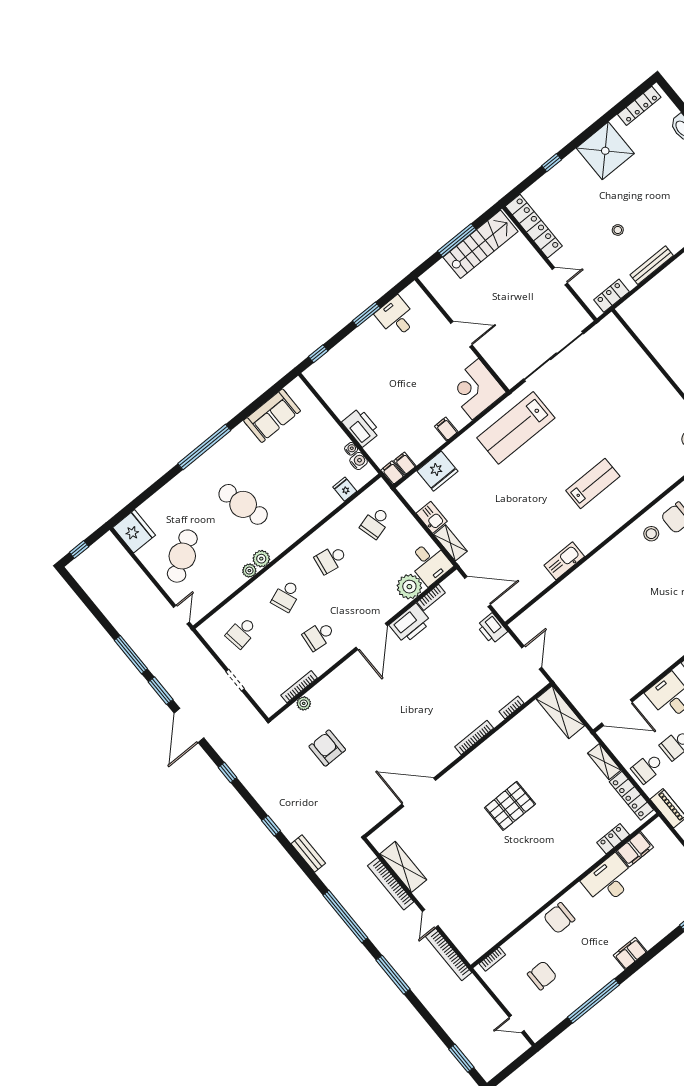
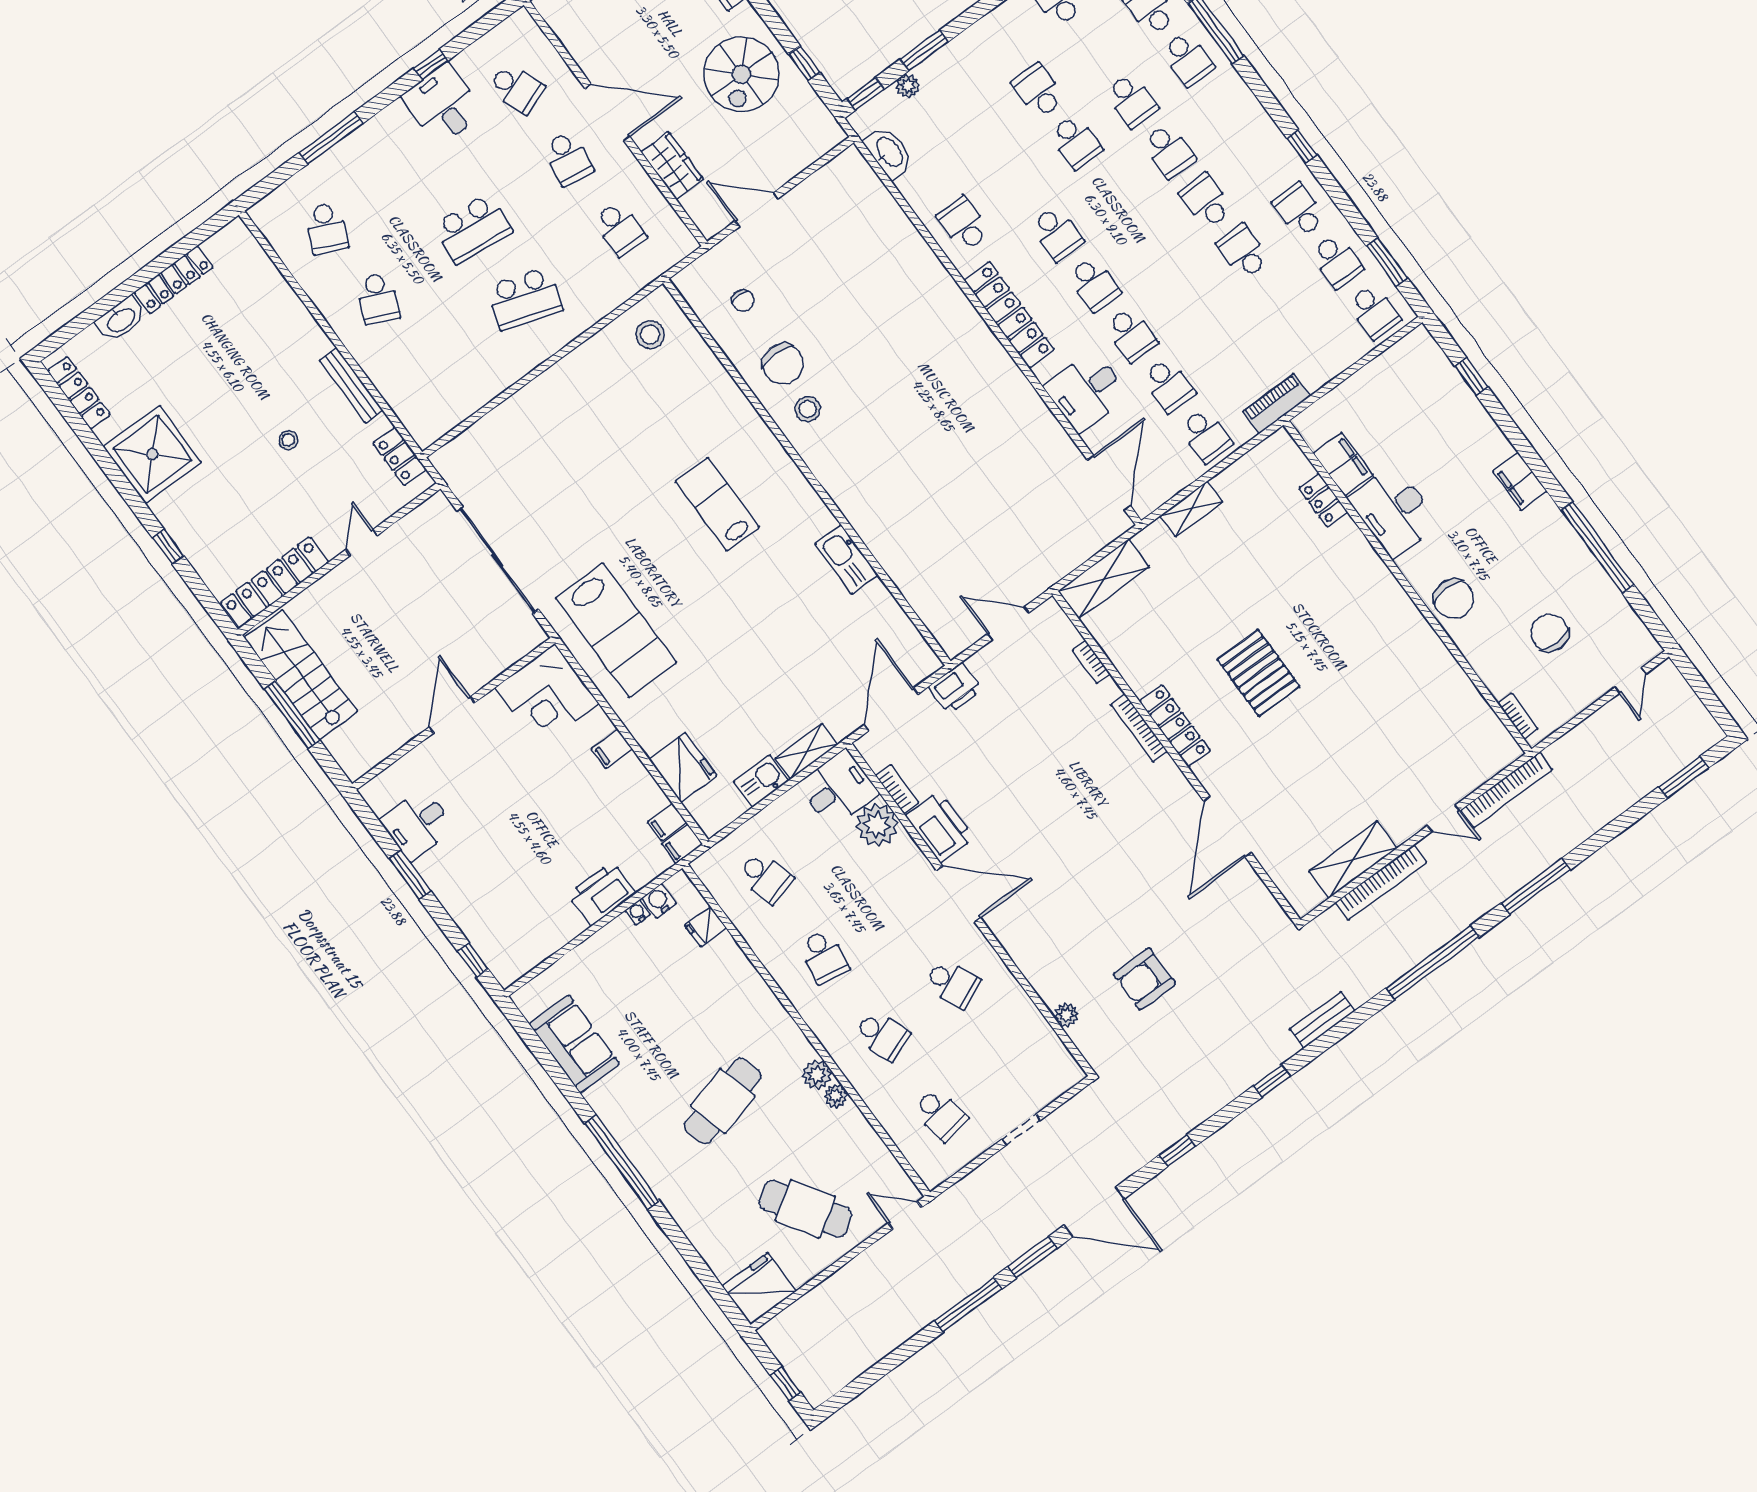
school desk: (319, 636) -> (952, 983), turned -30
bookcase: (299, 687) -> (1038, 1021), removed
locker: (631, 796) -> (1175, 726), moved, turned -90

